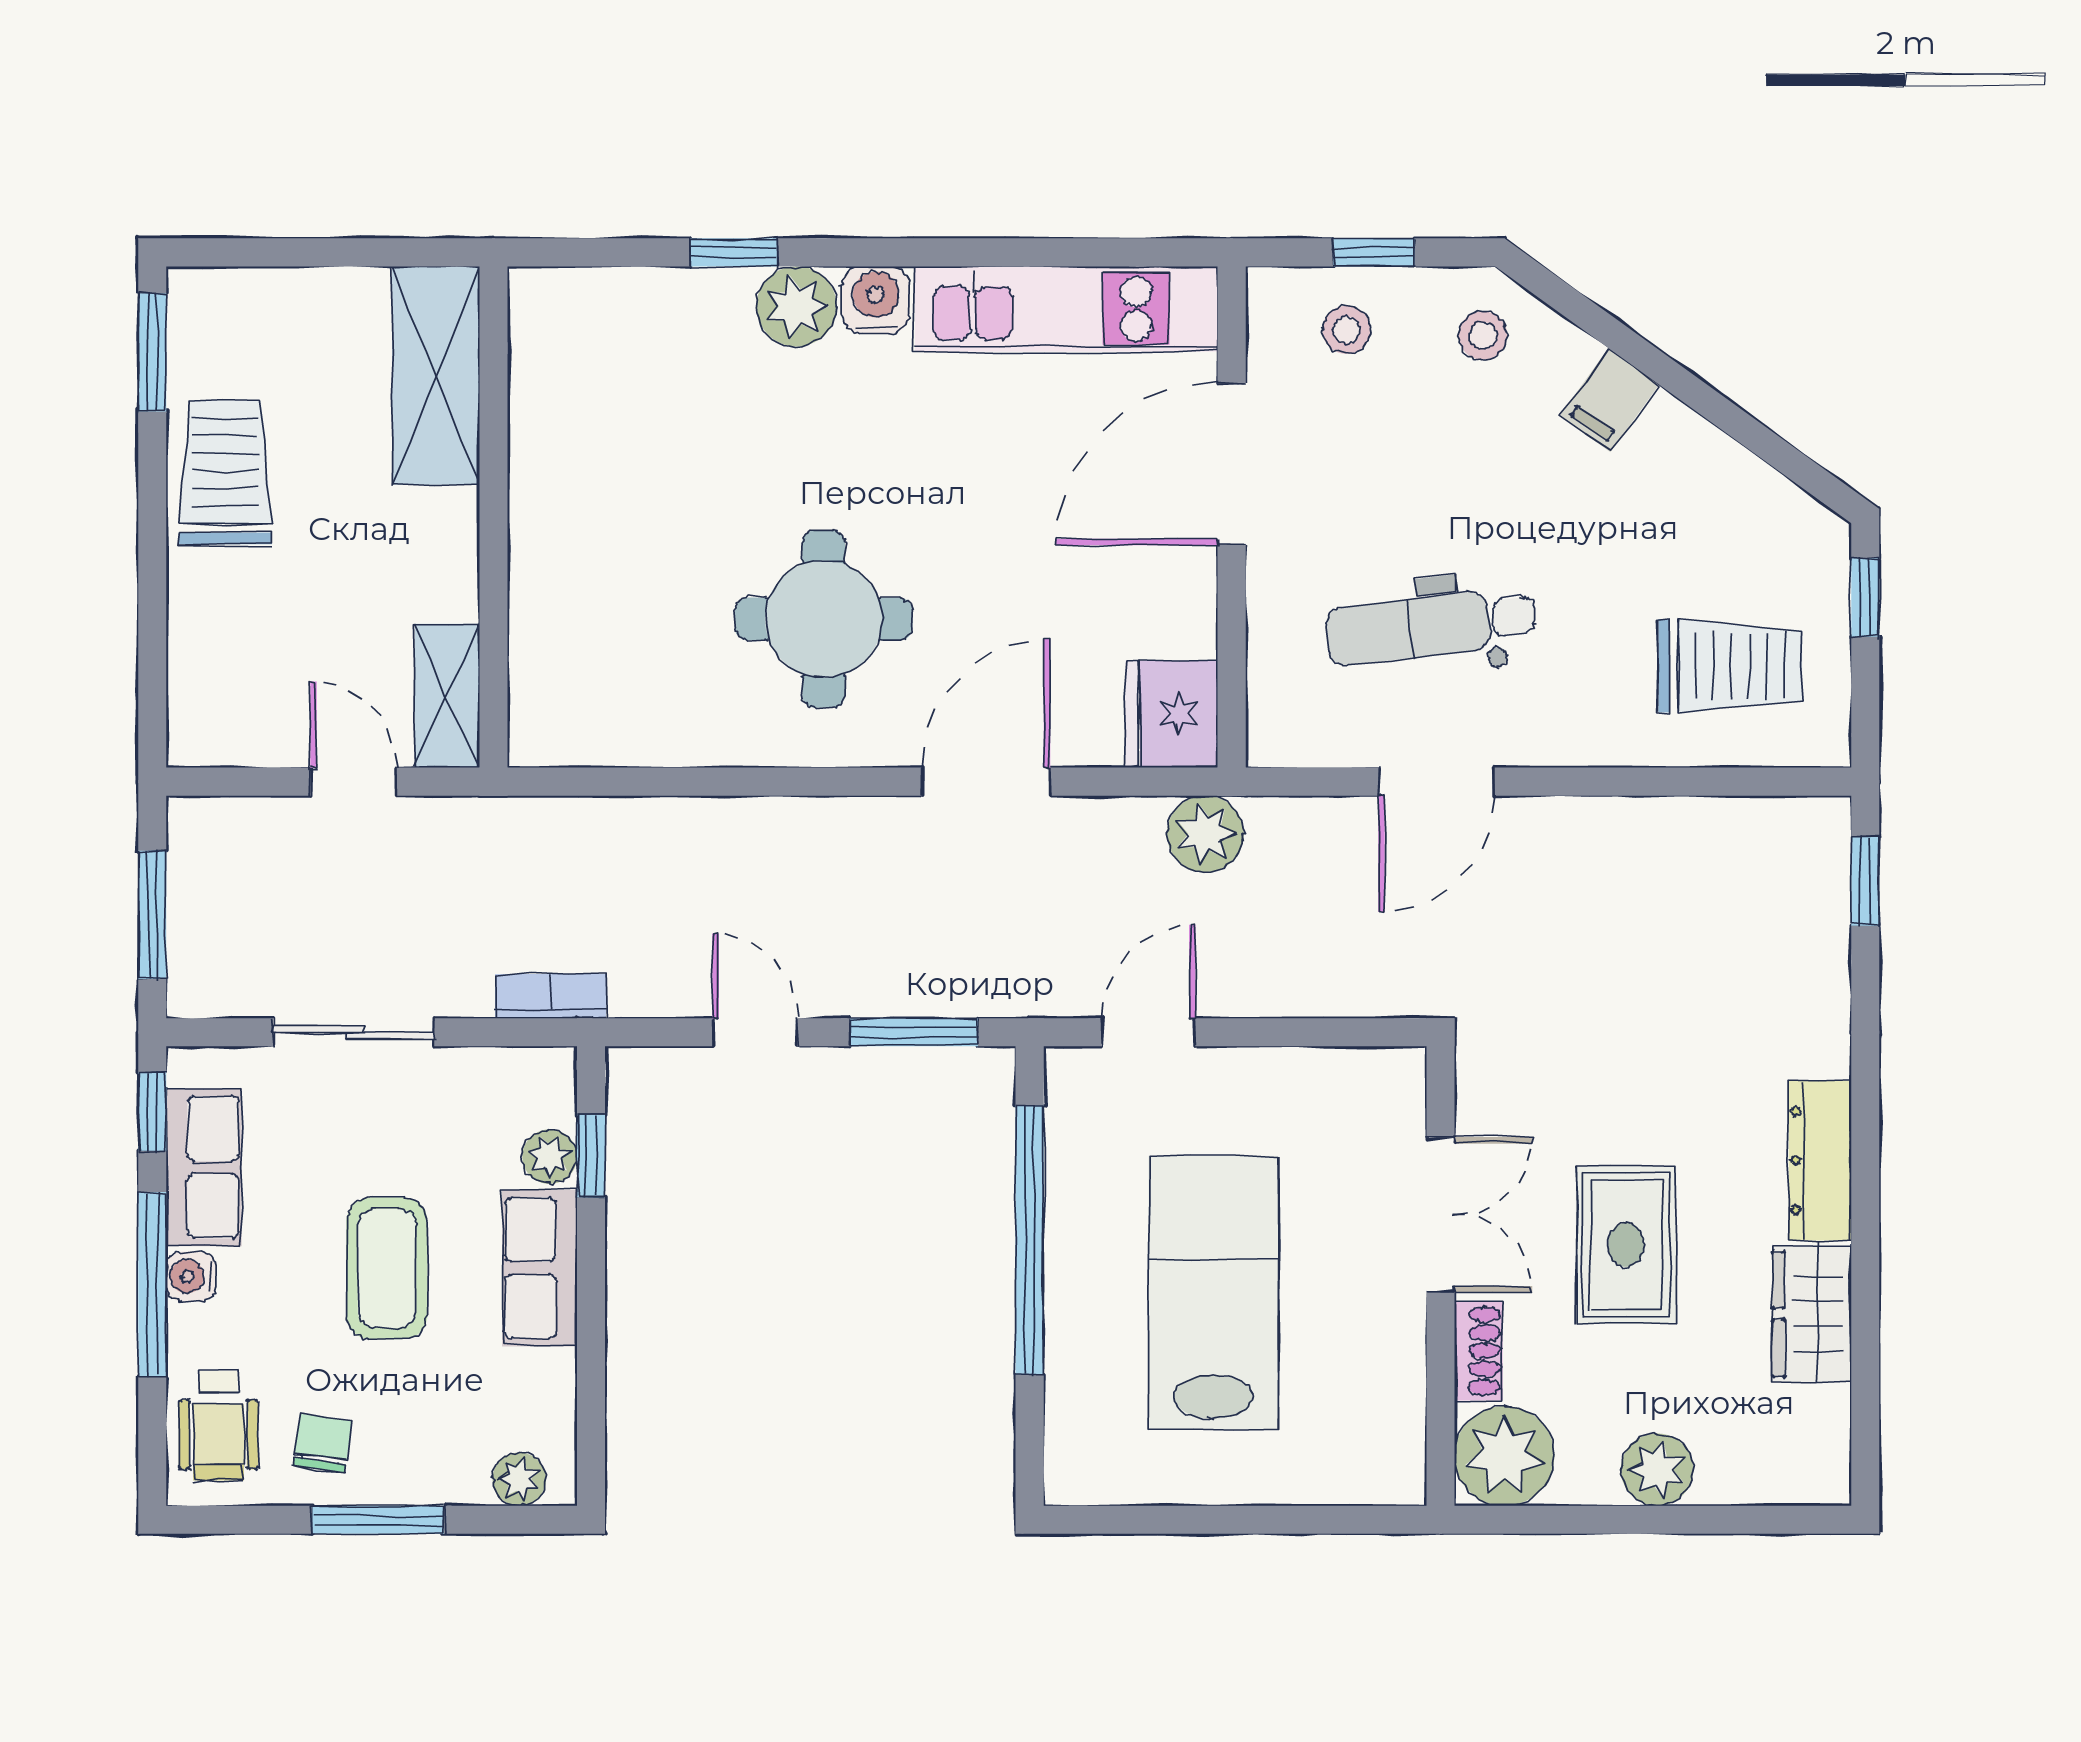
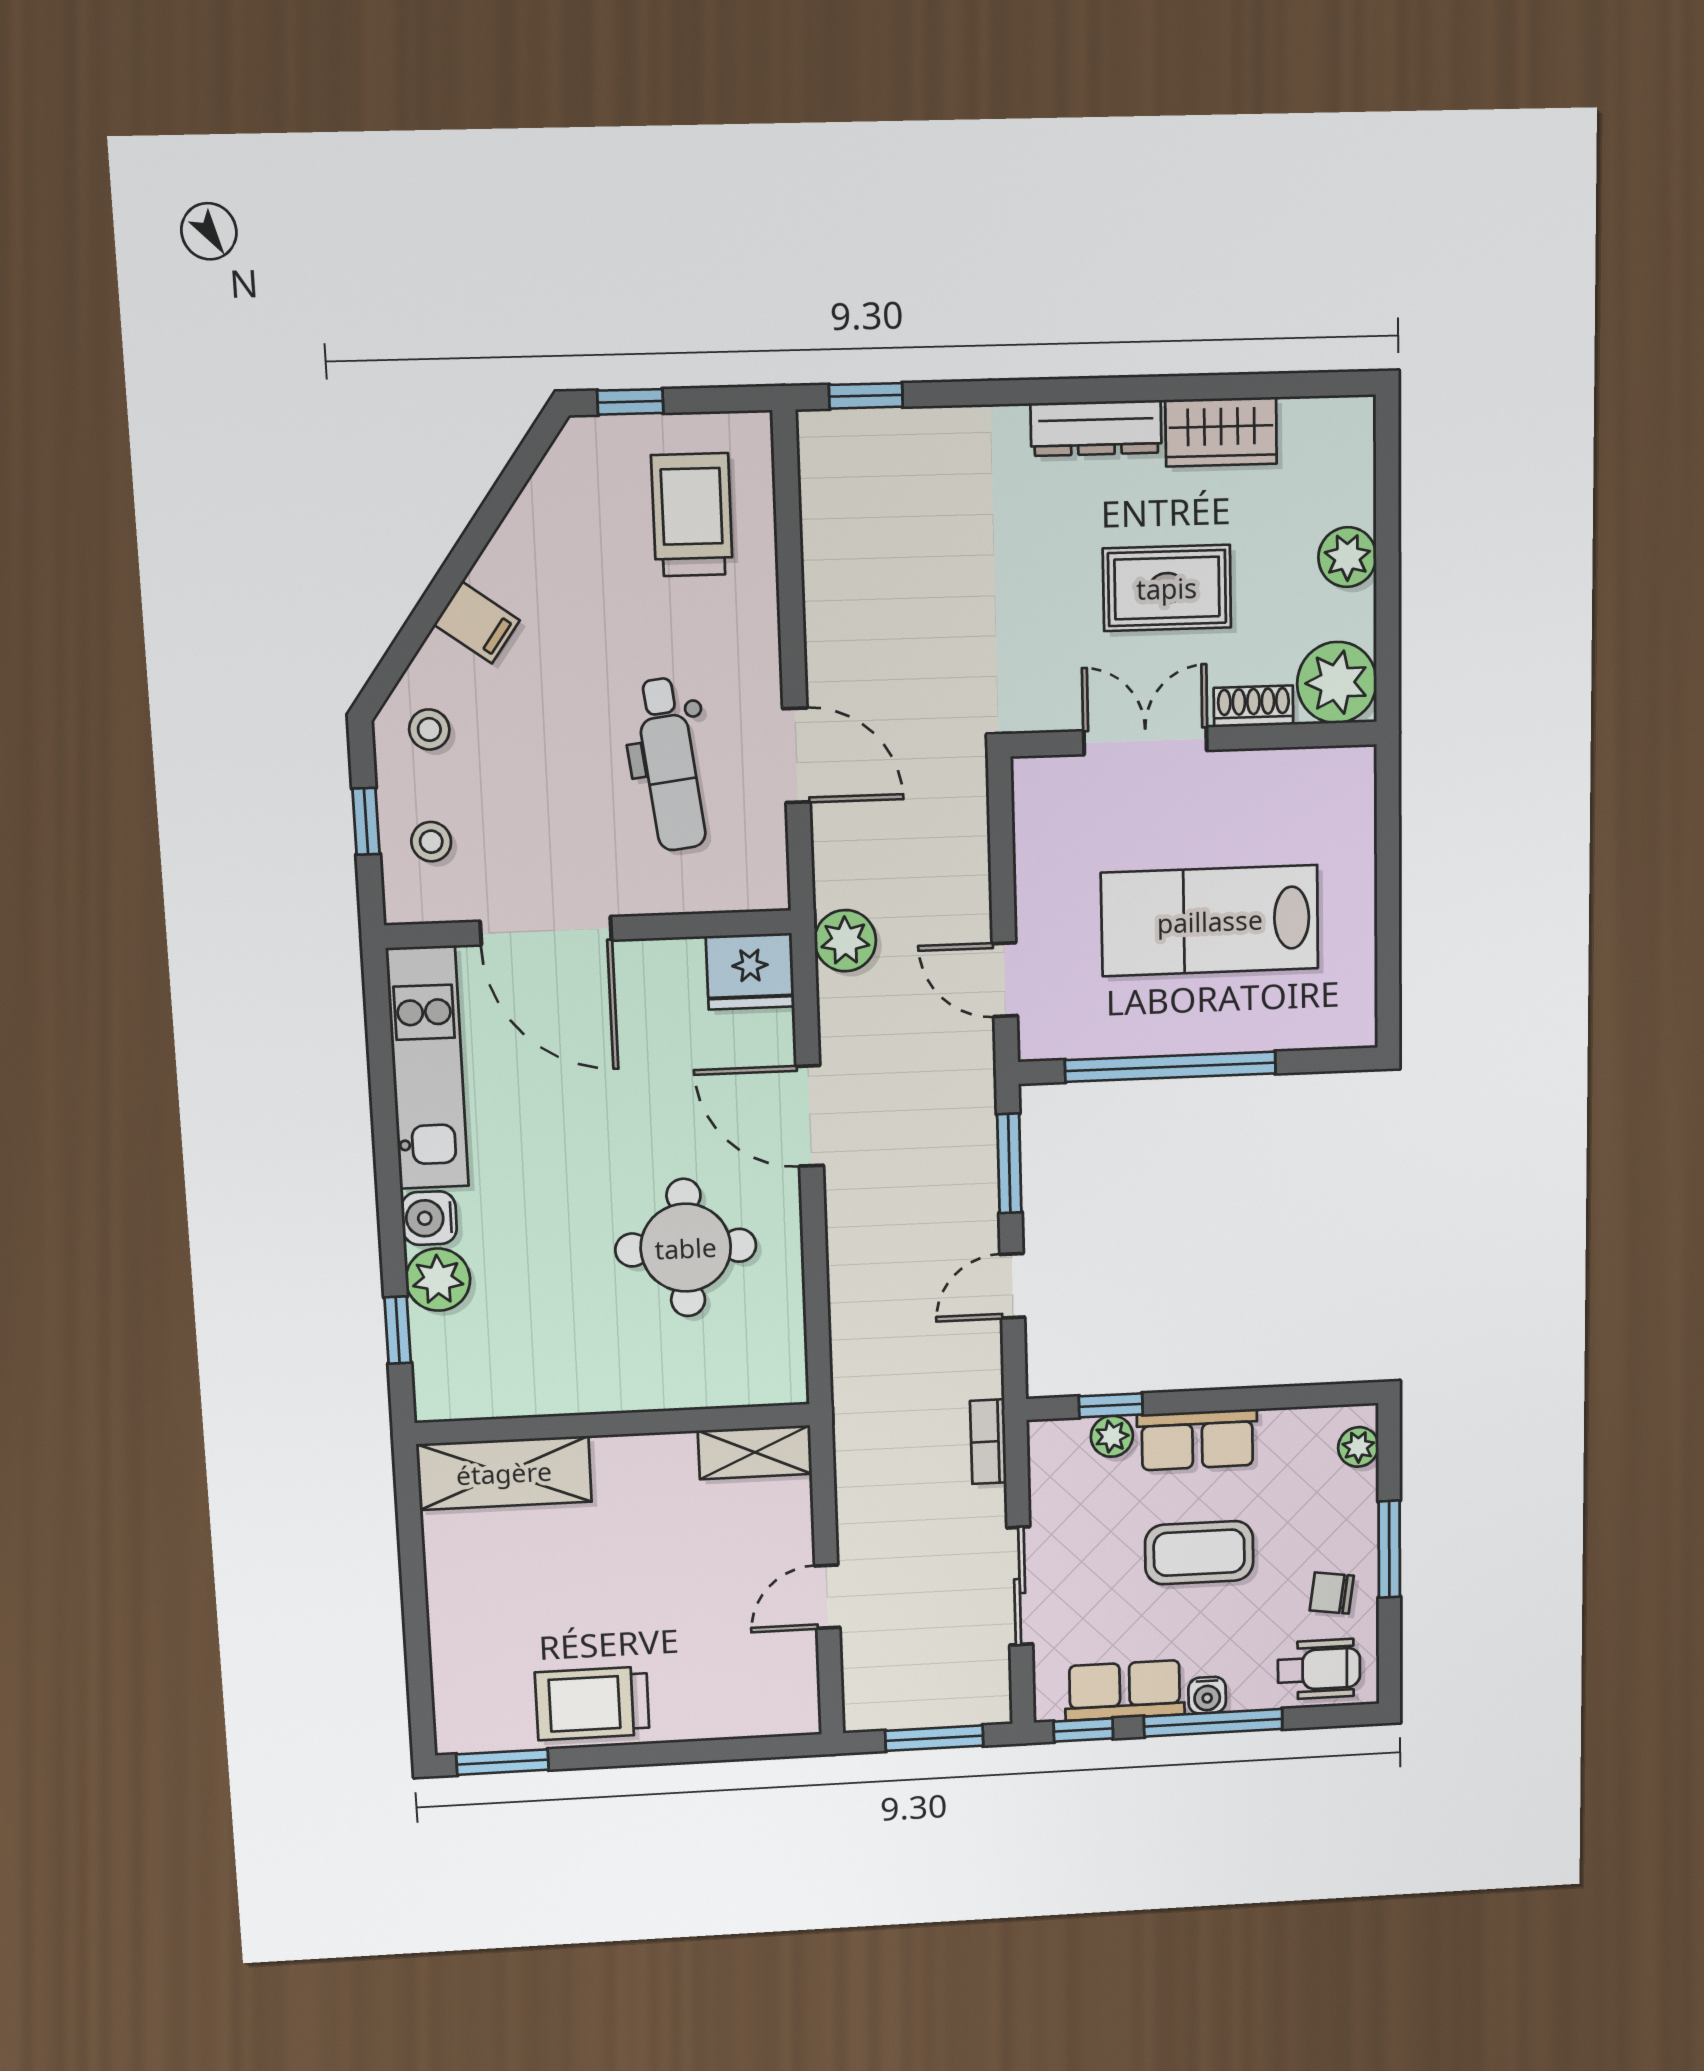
shelving: (436, 375) -> (504, 1473), moved
wall: (493, 517) -> (613, 1424), moved
shelving: (447, 696) -> (755, 1452), moved

